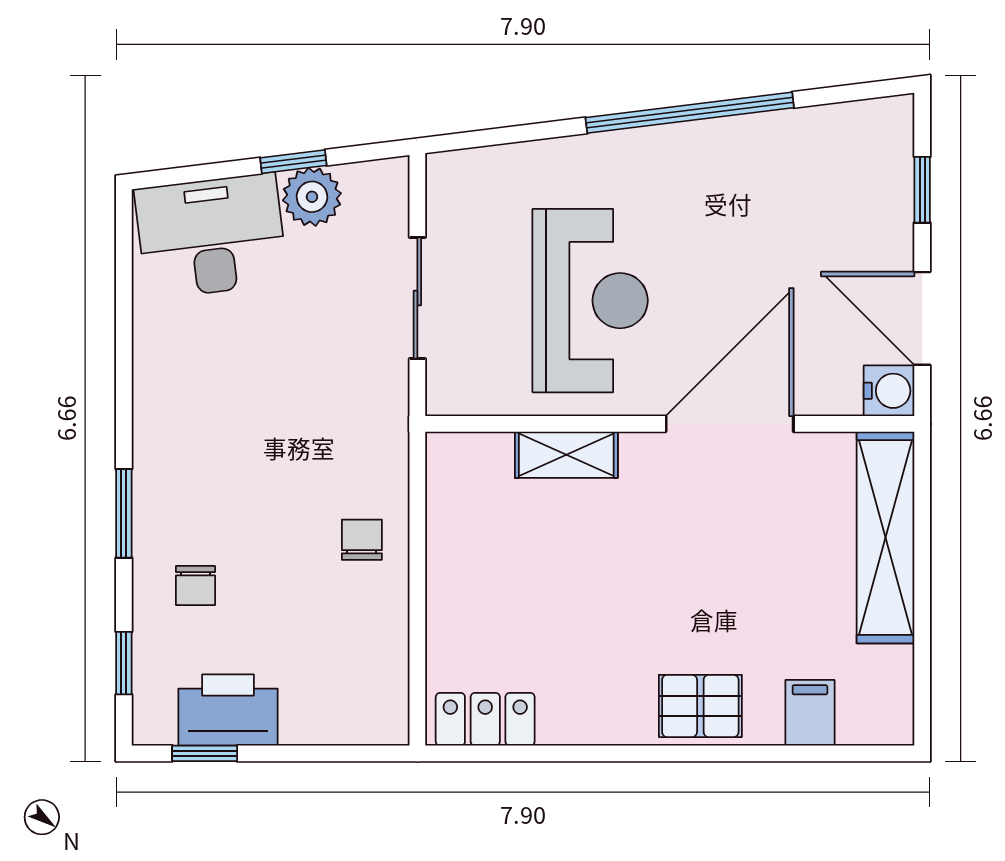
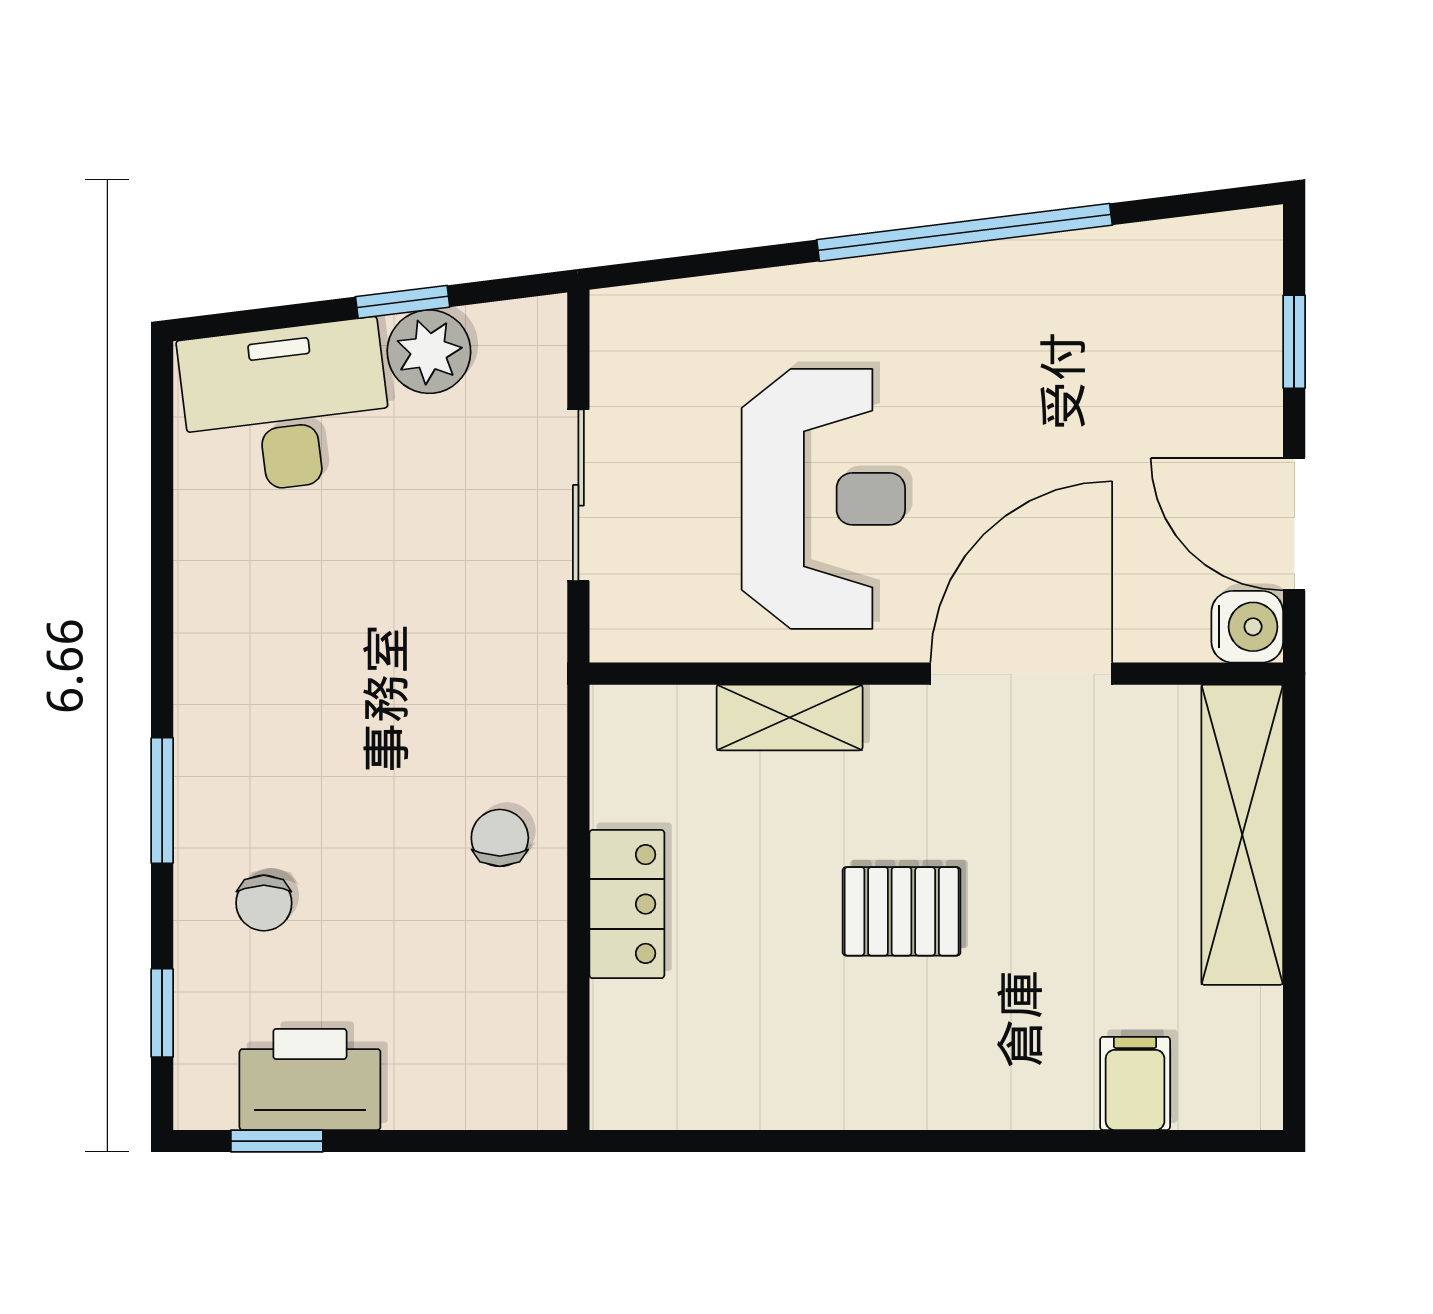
pallet: (700, 706) -> (902, 911), moved
locker: (485, 719) -> (627, 904), moved, turned 90

